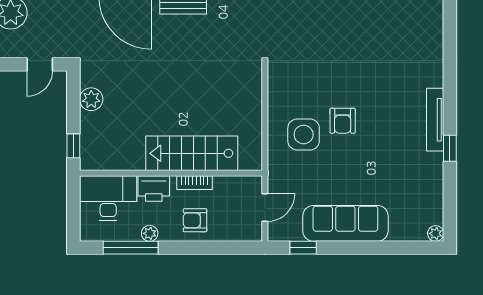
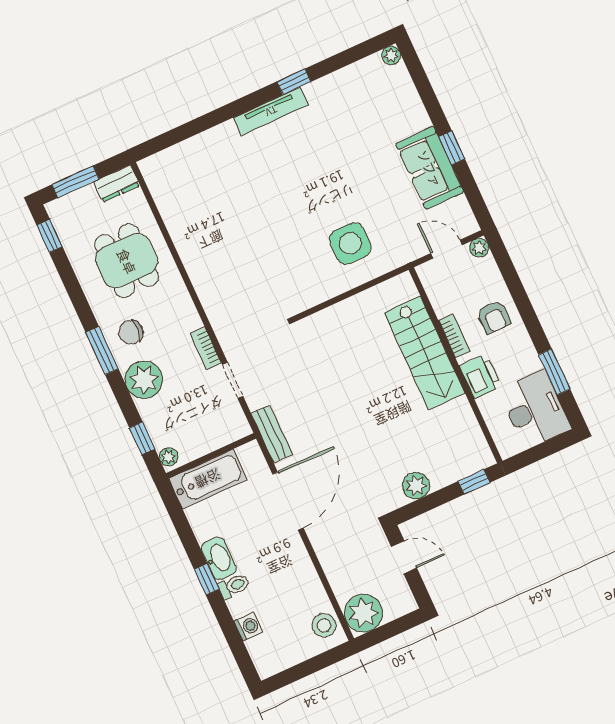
armchair: (343, 121) -> (317, 209), removed
desk: (108, 198) -> (535, 410), moved, turned 180
sofa: (345, 223) -> (430, 168), width x0.73
plant: (150, 233) -> (479, 248), moved
window: (131, 248) -> (554, 372), width x0.69
window: (303, 248) -> (452, 148), moved

